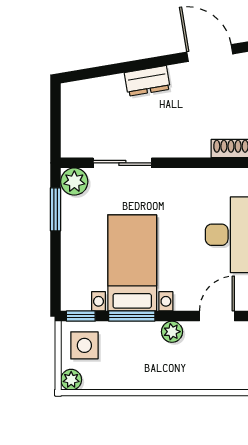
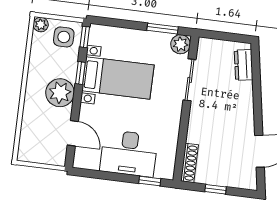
dresser: (147, 81) -> (244, 65), moved
window: (132, 316) -> (80, 73), width x0.67
plant: (172, 332) -> (60, 93), width x1.87, depth x1.87

